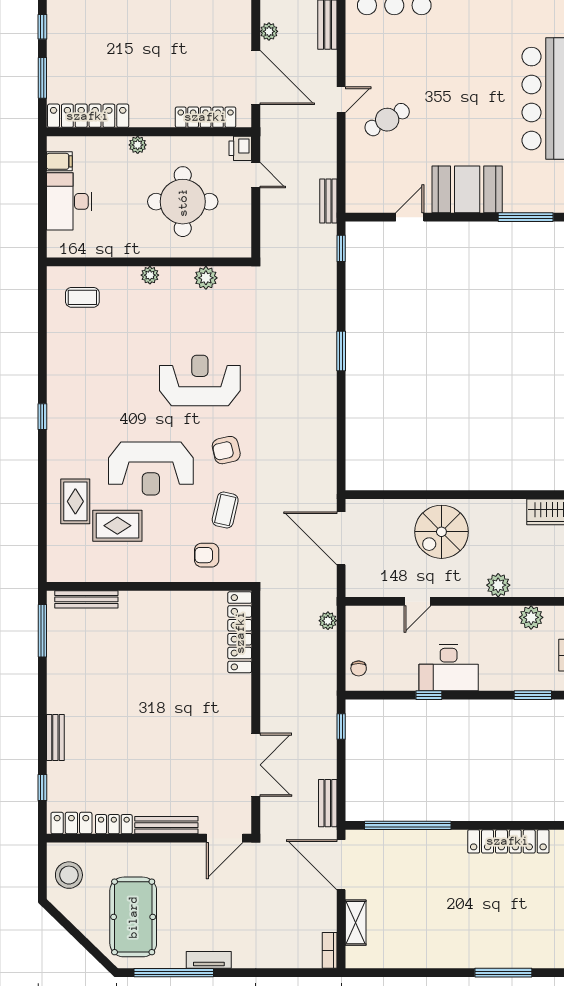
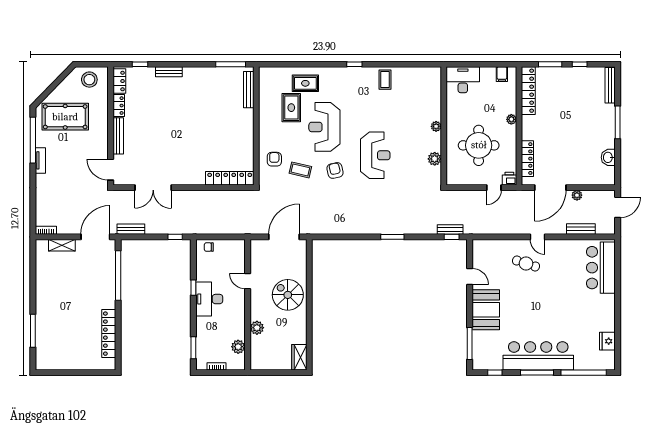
cafe table: (387, 120) -> (526, 264), turned -42
desk: (69, 201) -> (463, 80), moved
bench: (328, 201) -> (450, 230), moved
coffee table: (82, 297) -> (385, 80), moved
plant: (328, 621) -> (236, 229), removed

